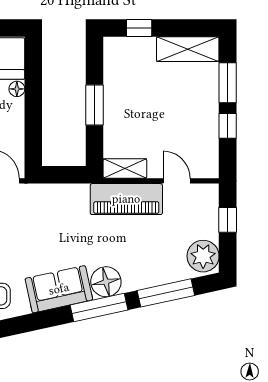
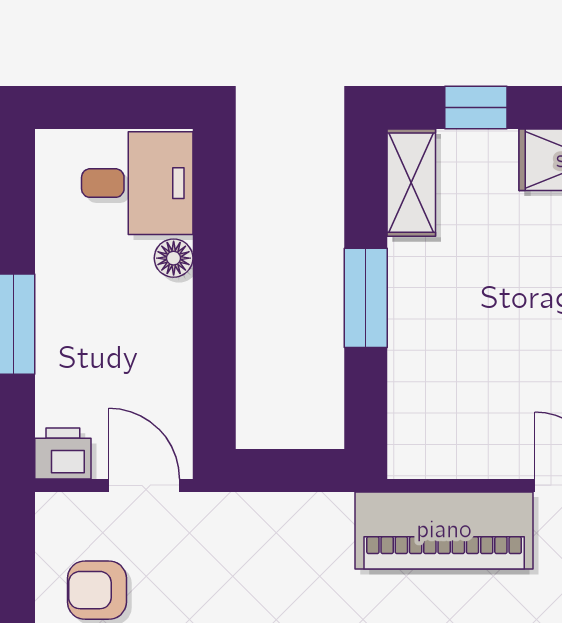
shelving: (125, 169) -> (411, 183), moved, turned 90

